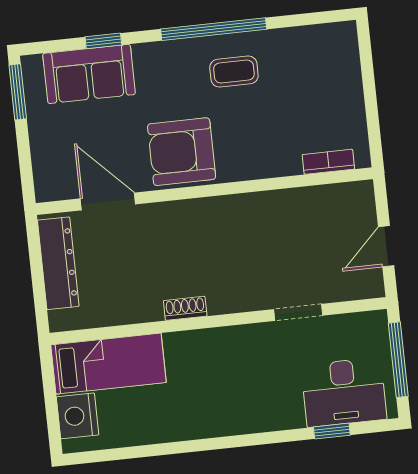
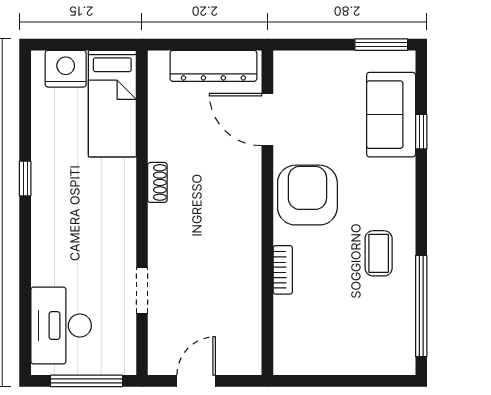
window: (214, 29) -> (421, 306), moved
bookcase: (328, 162) -> (283, 270), moved
door: (108, 201) -> (267, 120), swing flipped
door: (386, 246) -> (196, 381), hinge flipped
window: (332, 431) -> (25, 179), moved

